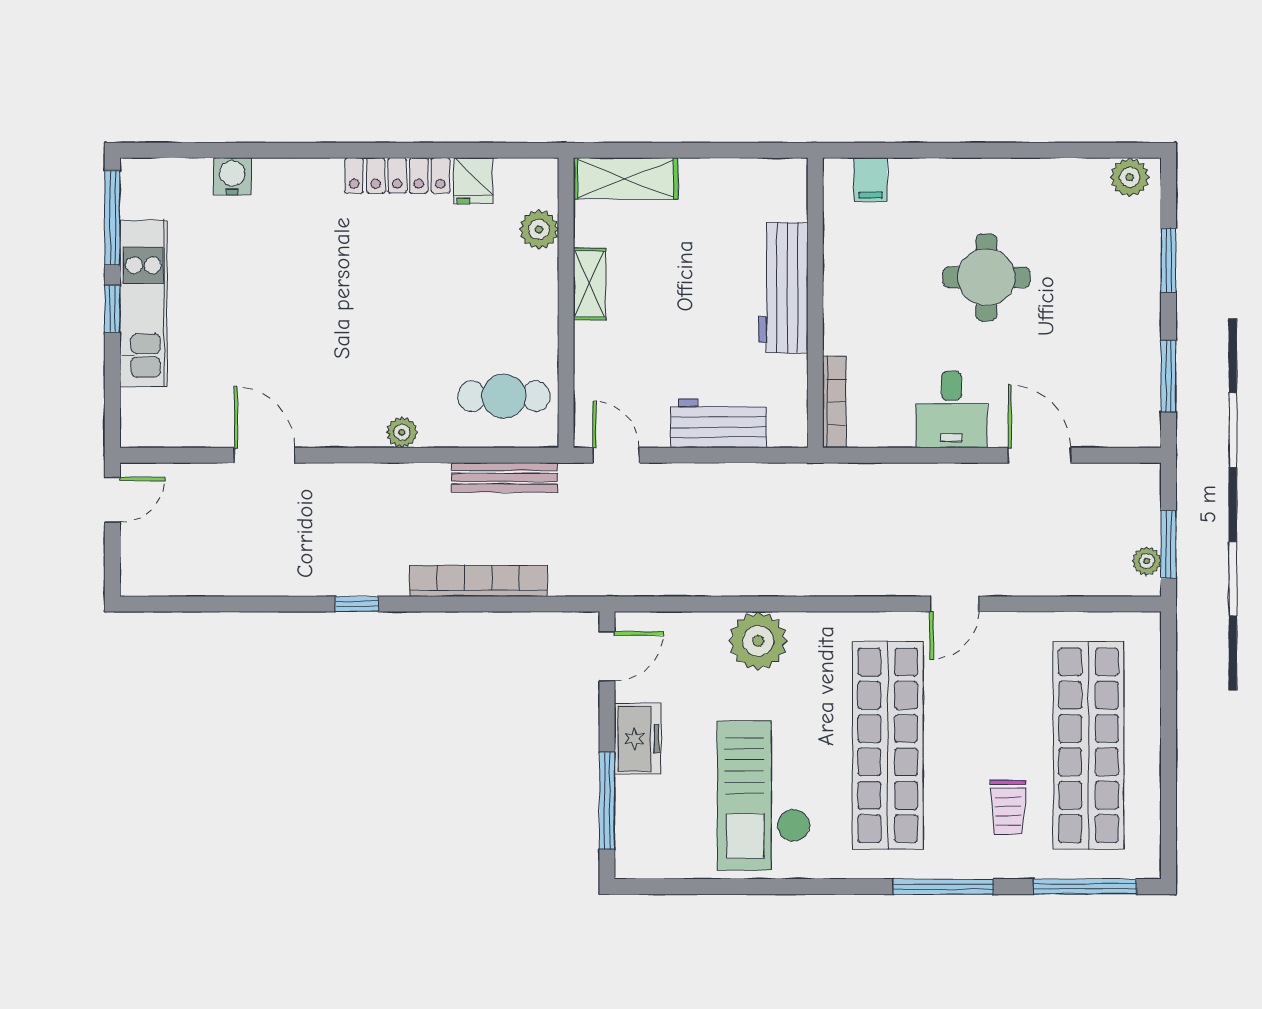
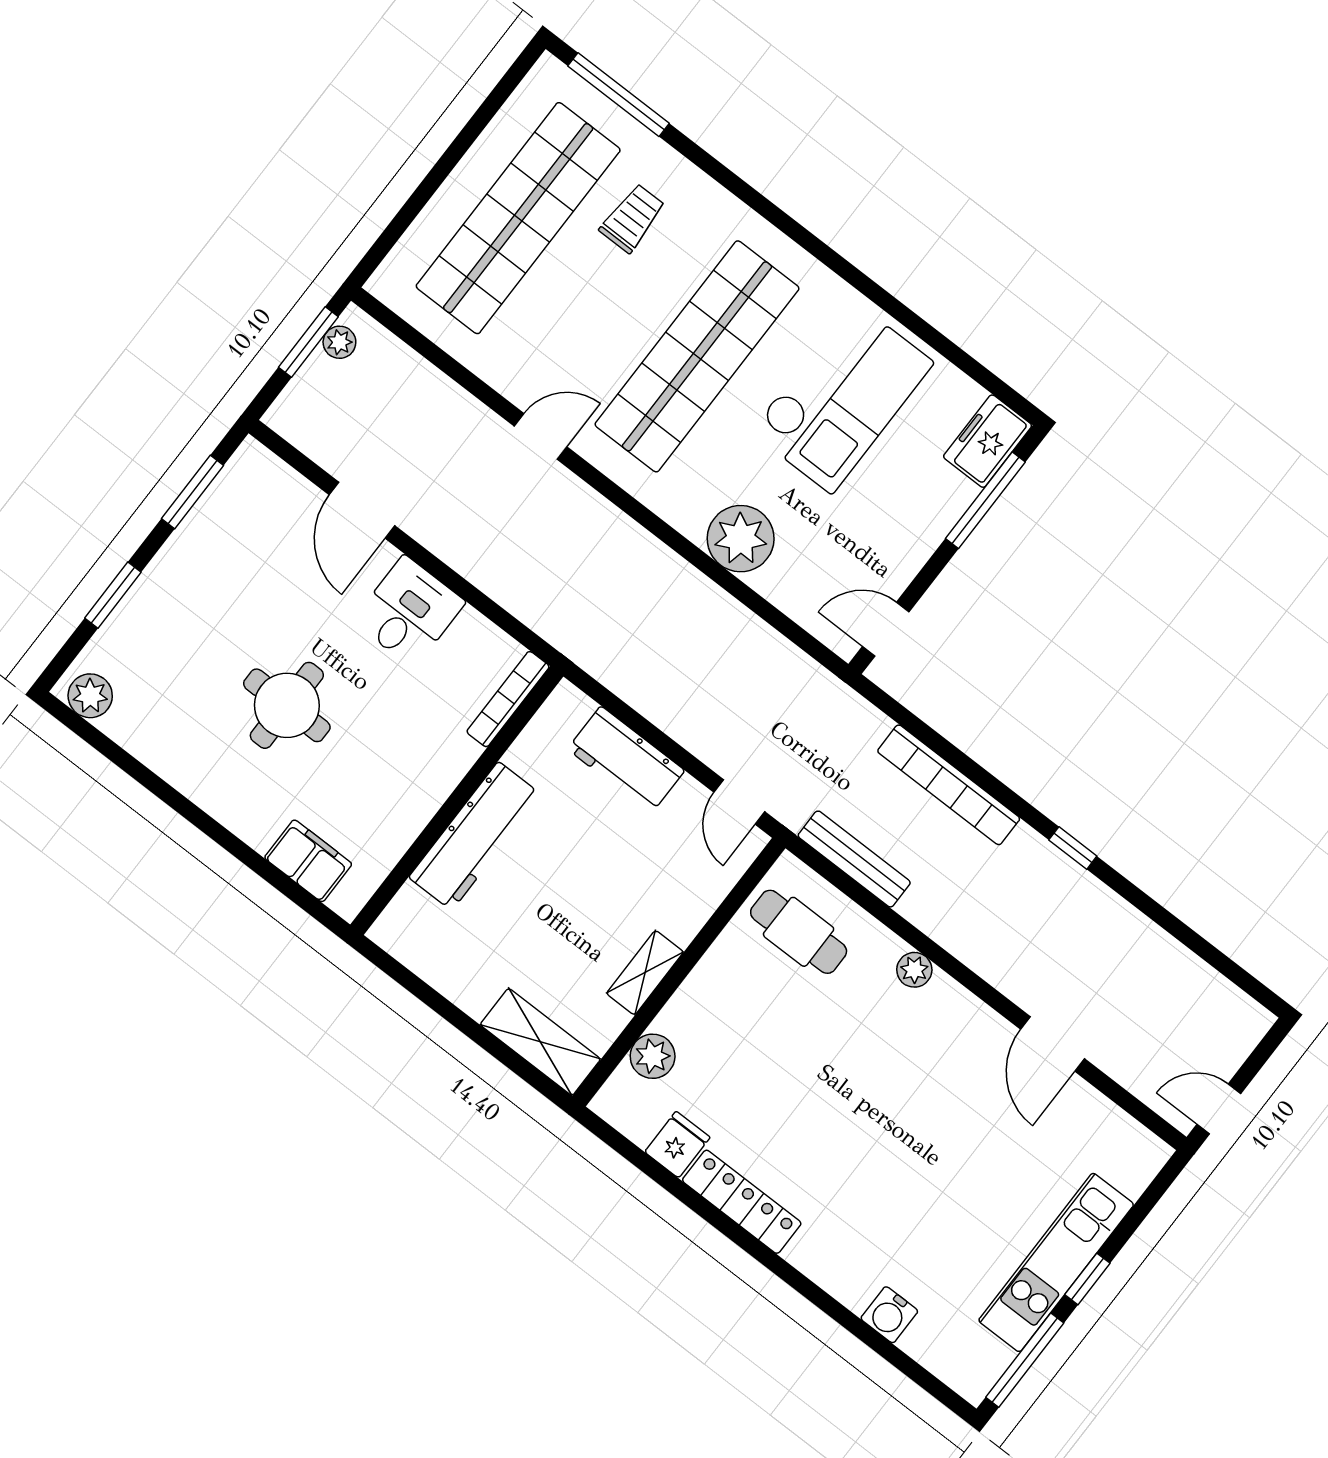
filing cabinet: (871, 180) -> (308, 861), width x2.00
freezer: (638, 739) -> (988, 441), moved
window: (943, 887) -> (745, 192), removed

